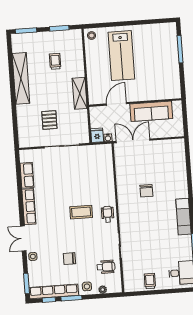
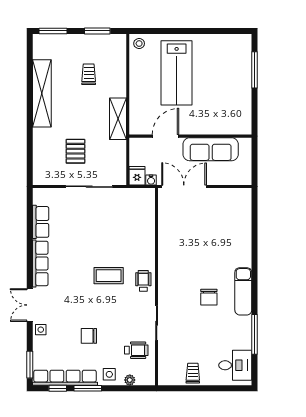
chair: (146, 191) -> (209, 297), moved

